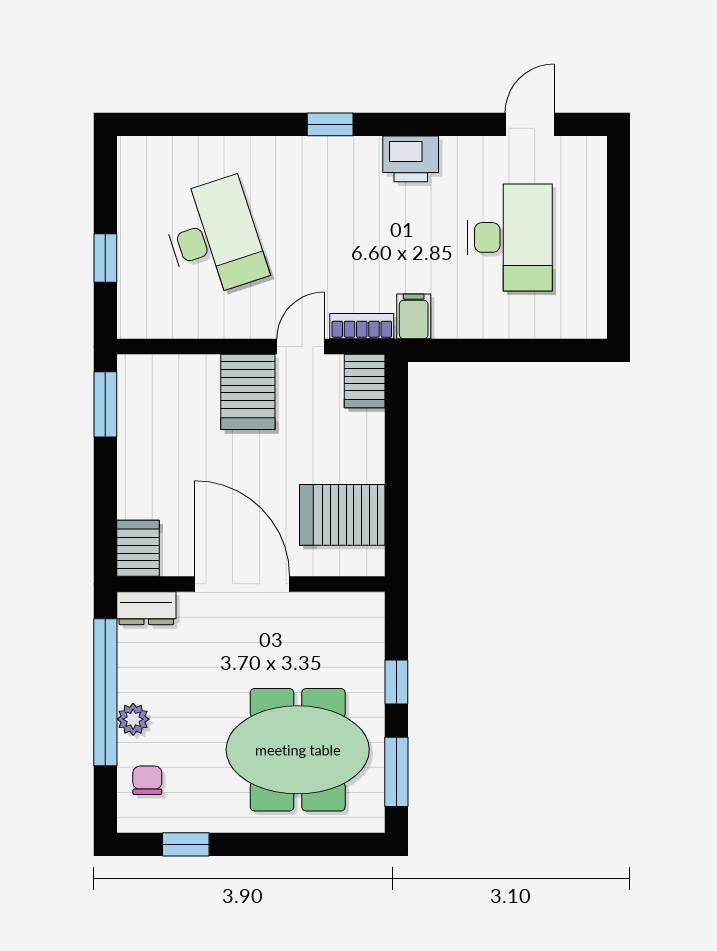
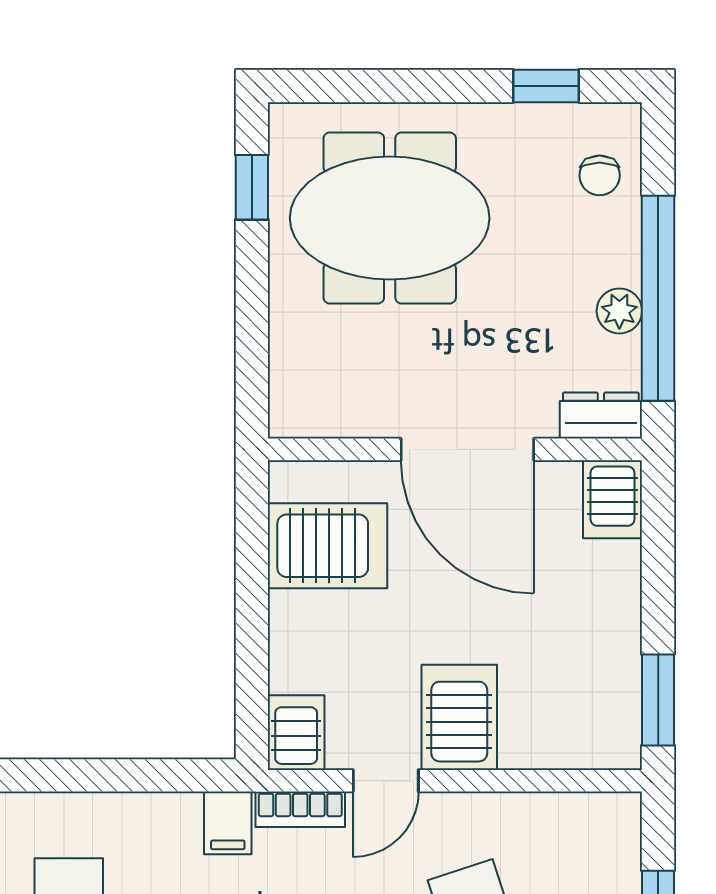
window: (396, 682) -> (252, 313), removed
plant: (133, 719) -> (619, 311), moved
window: (396, 772) -> (252, 187), width x0.67

